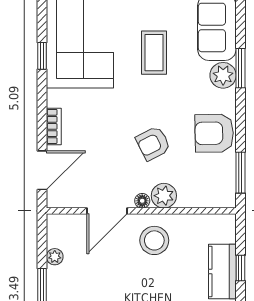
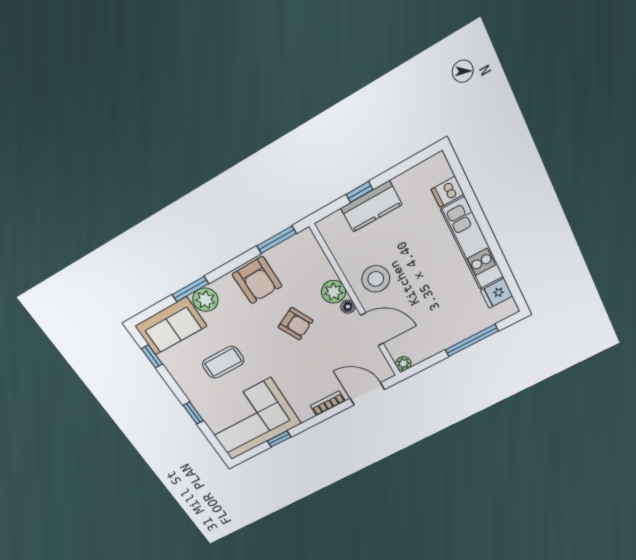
plant: (55, 257) -> (403, 364), moved

